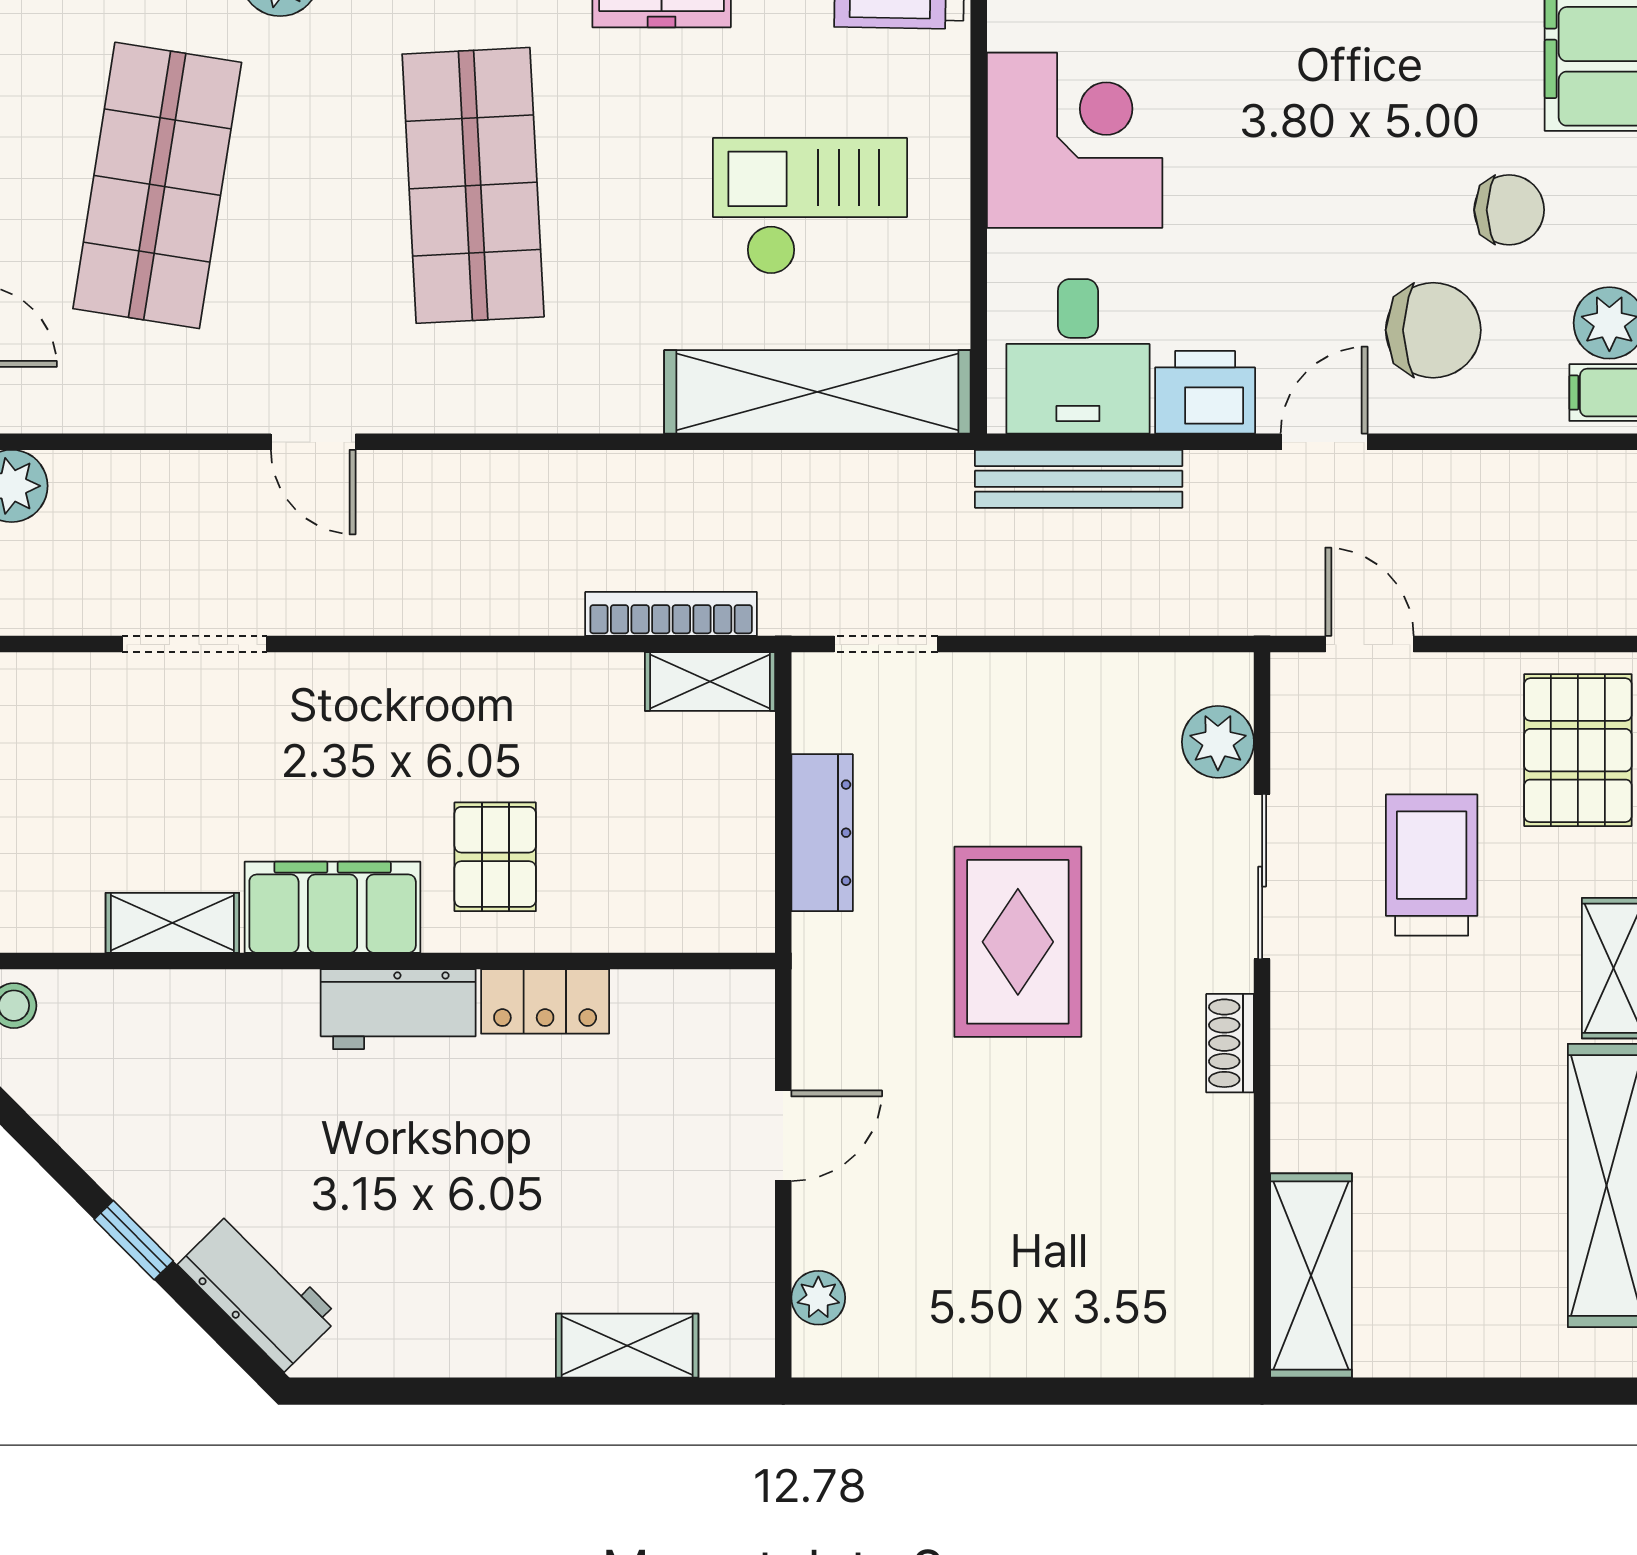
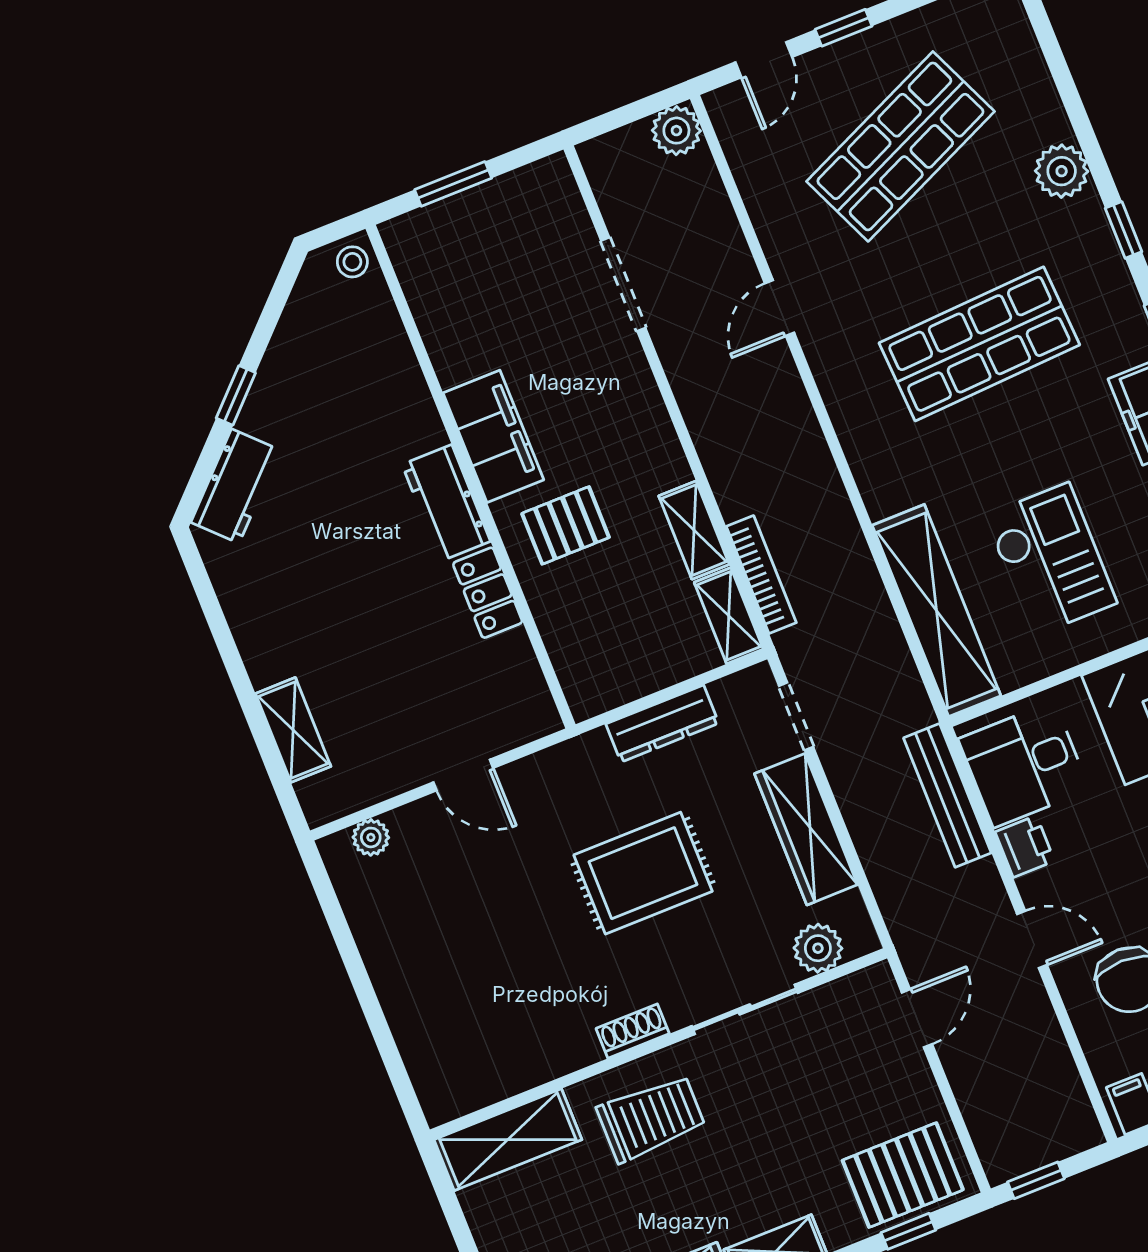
shop shelf: (157, 185) -> (900, 146), turned -33
printer: (1205, 392) -> (1025, 846), width x0.73, depth x0.81
wardrobe: (1047, 693) -> (806, 829), added
trolley: (1432, 865) -> (651, 1118), moved
shelving: (172, 923) -> (694, 530), moved

